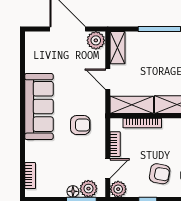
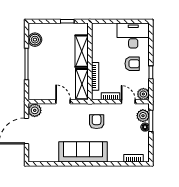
shelving: (117, 48) -> (40, 95), removed
door: (108, 79) -> (63, 102), swing flipped
armchair: (160, 174) -> (132, 64), turned 80

